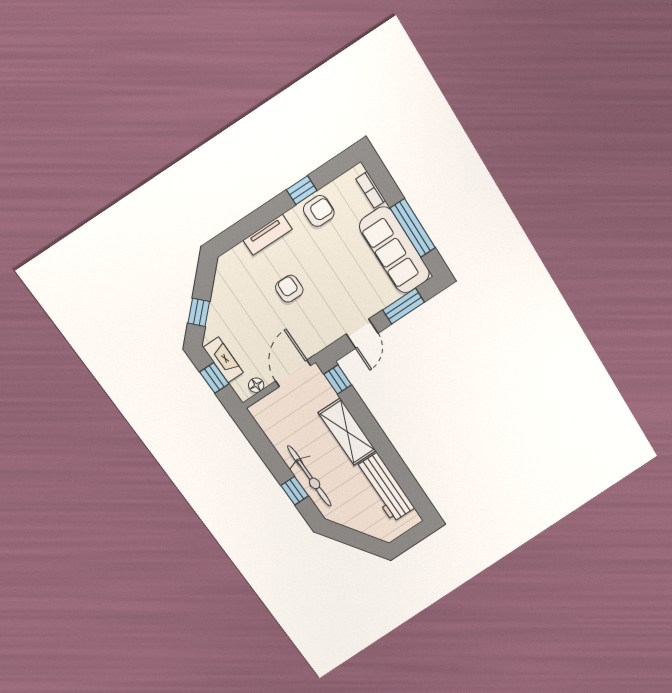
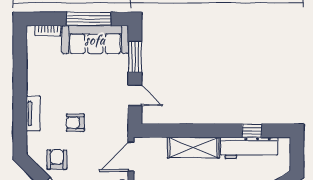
window: (302, 190) -> (20, 74), removed
armchair: (319, 211) -> (57, 160), moved
door: (293, 373) -> (131, 157), hinge flipped
window: (338, 379) -> (252, 131), moved

